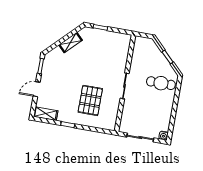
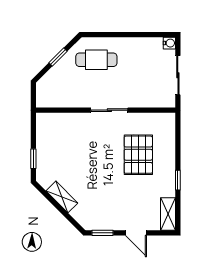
cafe table: (161, 83) -> (96, 60), turned 90
pallet: (90, 100) -> (138, 155), turned 90

